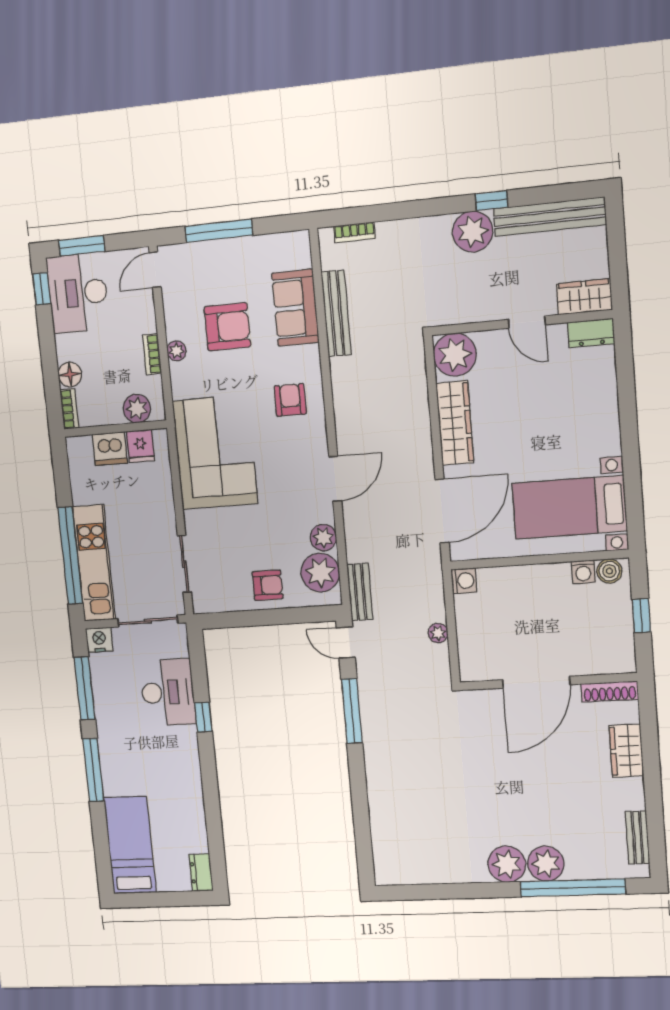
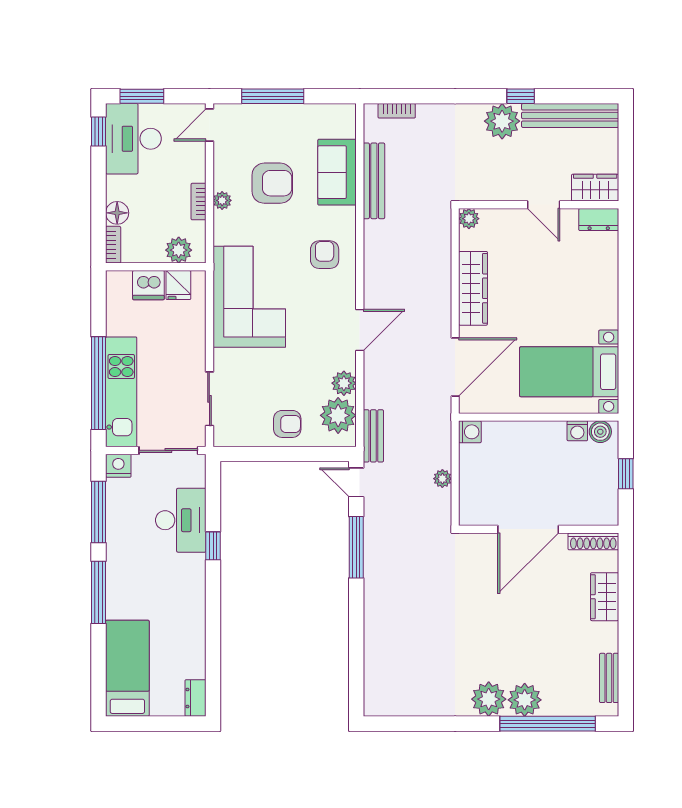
plant: (455, 355) -> (469, 219), width x0.53, depth x0.53

